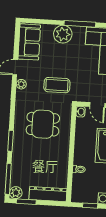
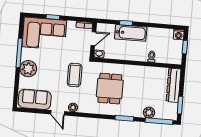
plant: (16, 193) -> (149, 113), moved

